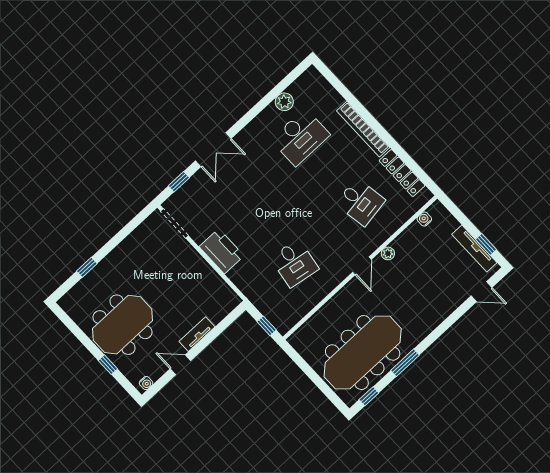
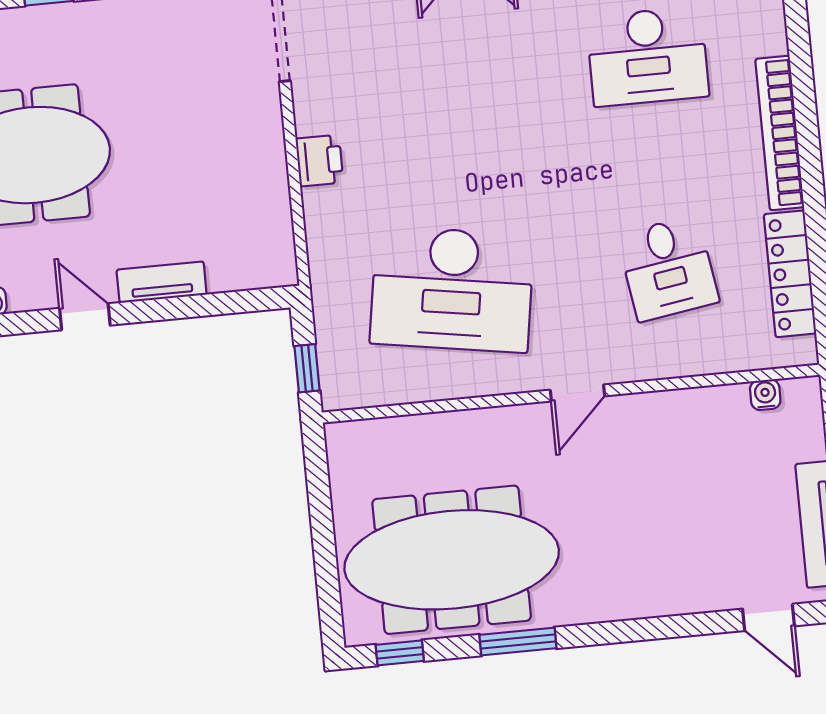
printer: (222, 251) -> (319, 161), width x0.53, depth x0.68
plant: (388, 253) -> (645, 407), removed
desk: (294, 263) -> (452, 289), width x1.87, depth x1.30

